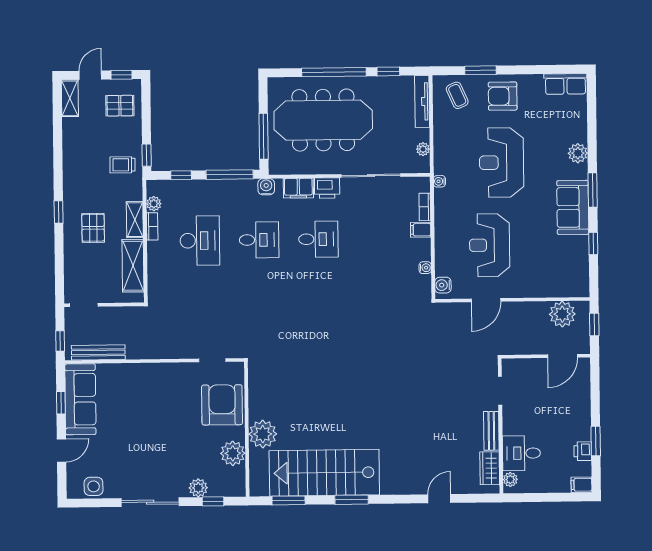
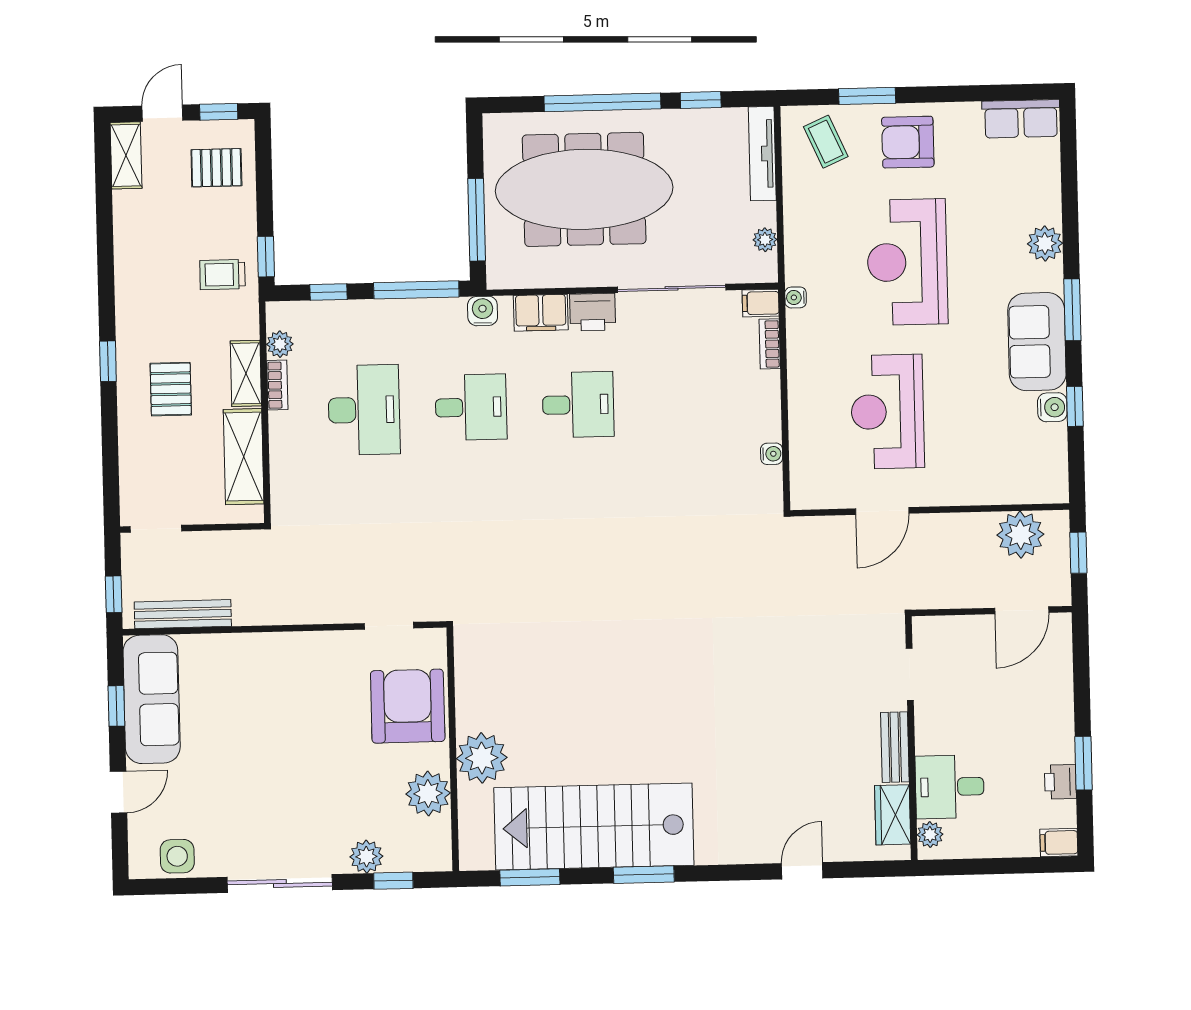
filing cabinet: (421, 230) -> (761, 303), moved
water cooler: (443, 285) -> (1052, 407), moved, turned 180

